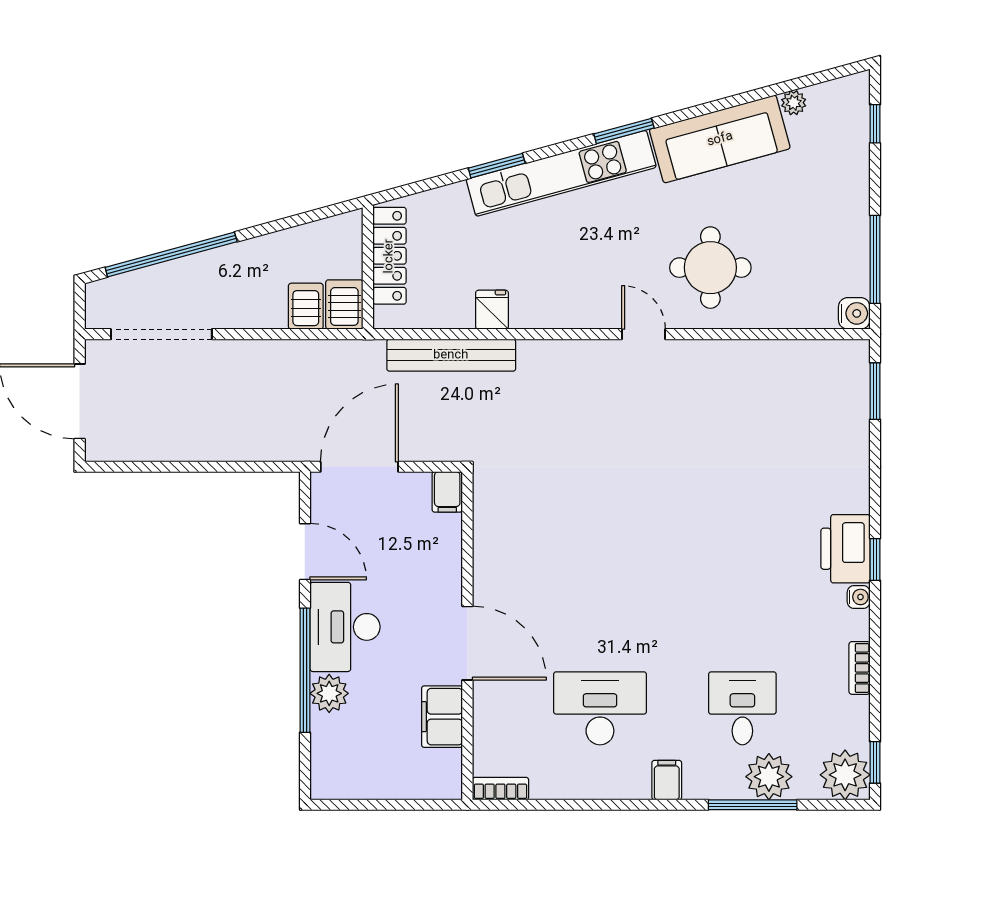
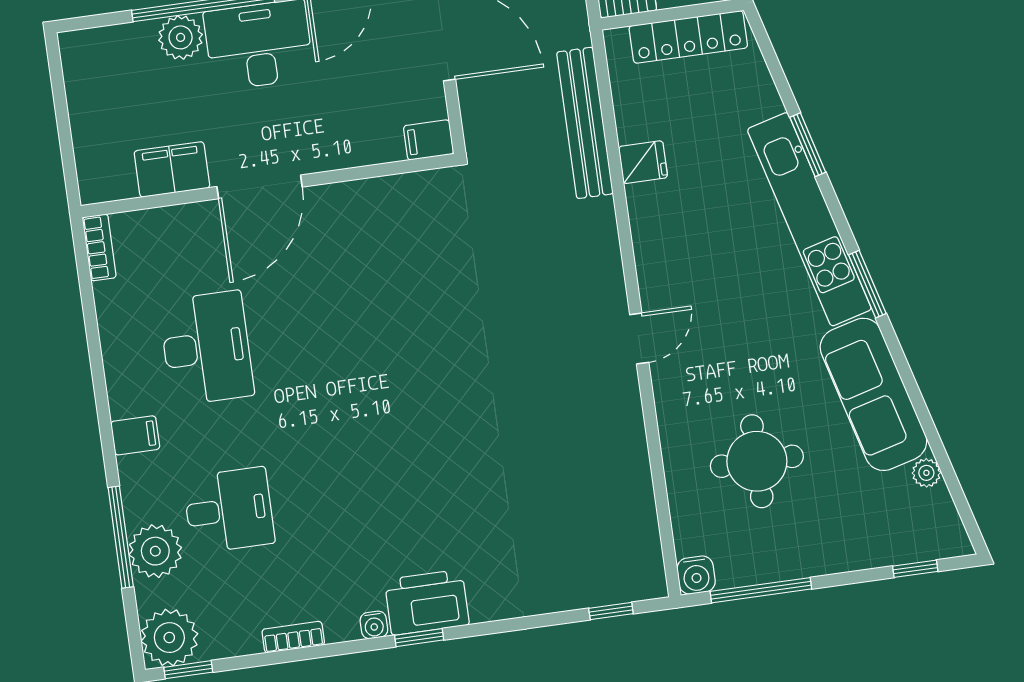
round table: (710, 268) -> (757, 461), moved
window: (875, 391) -> (611, 611), width x0.67

